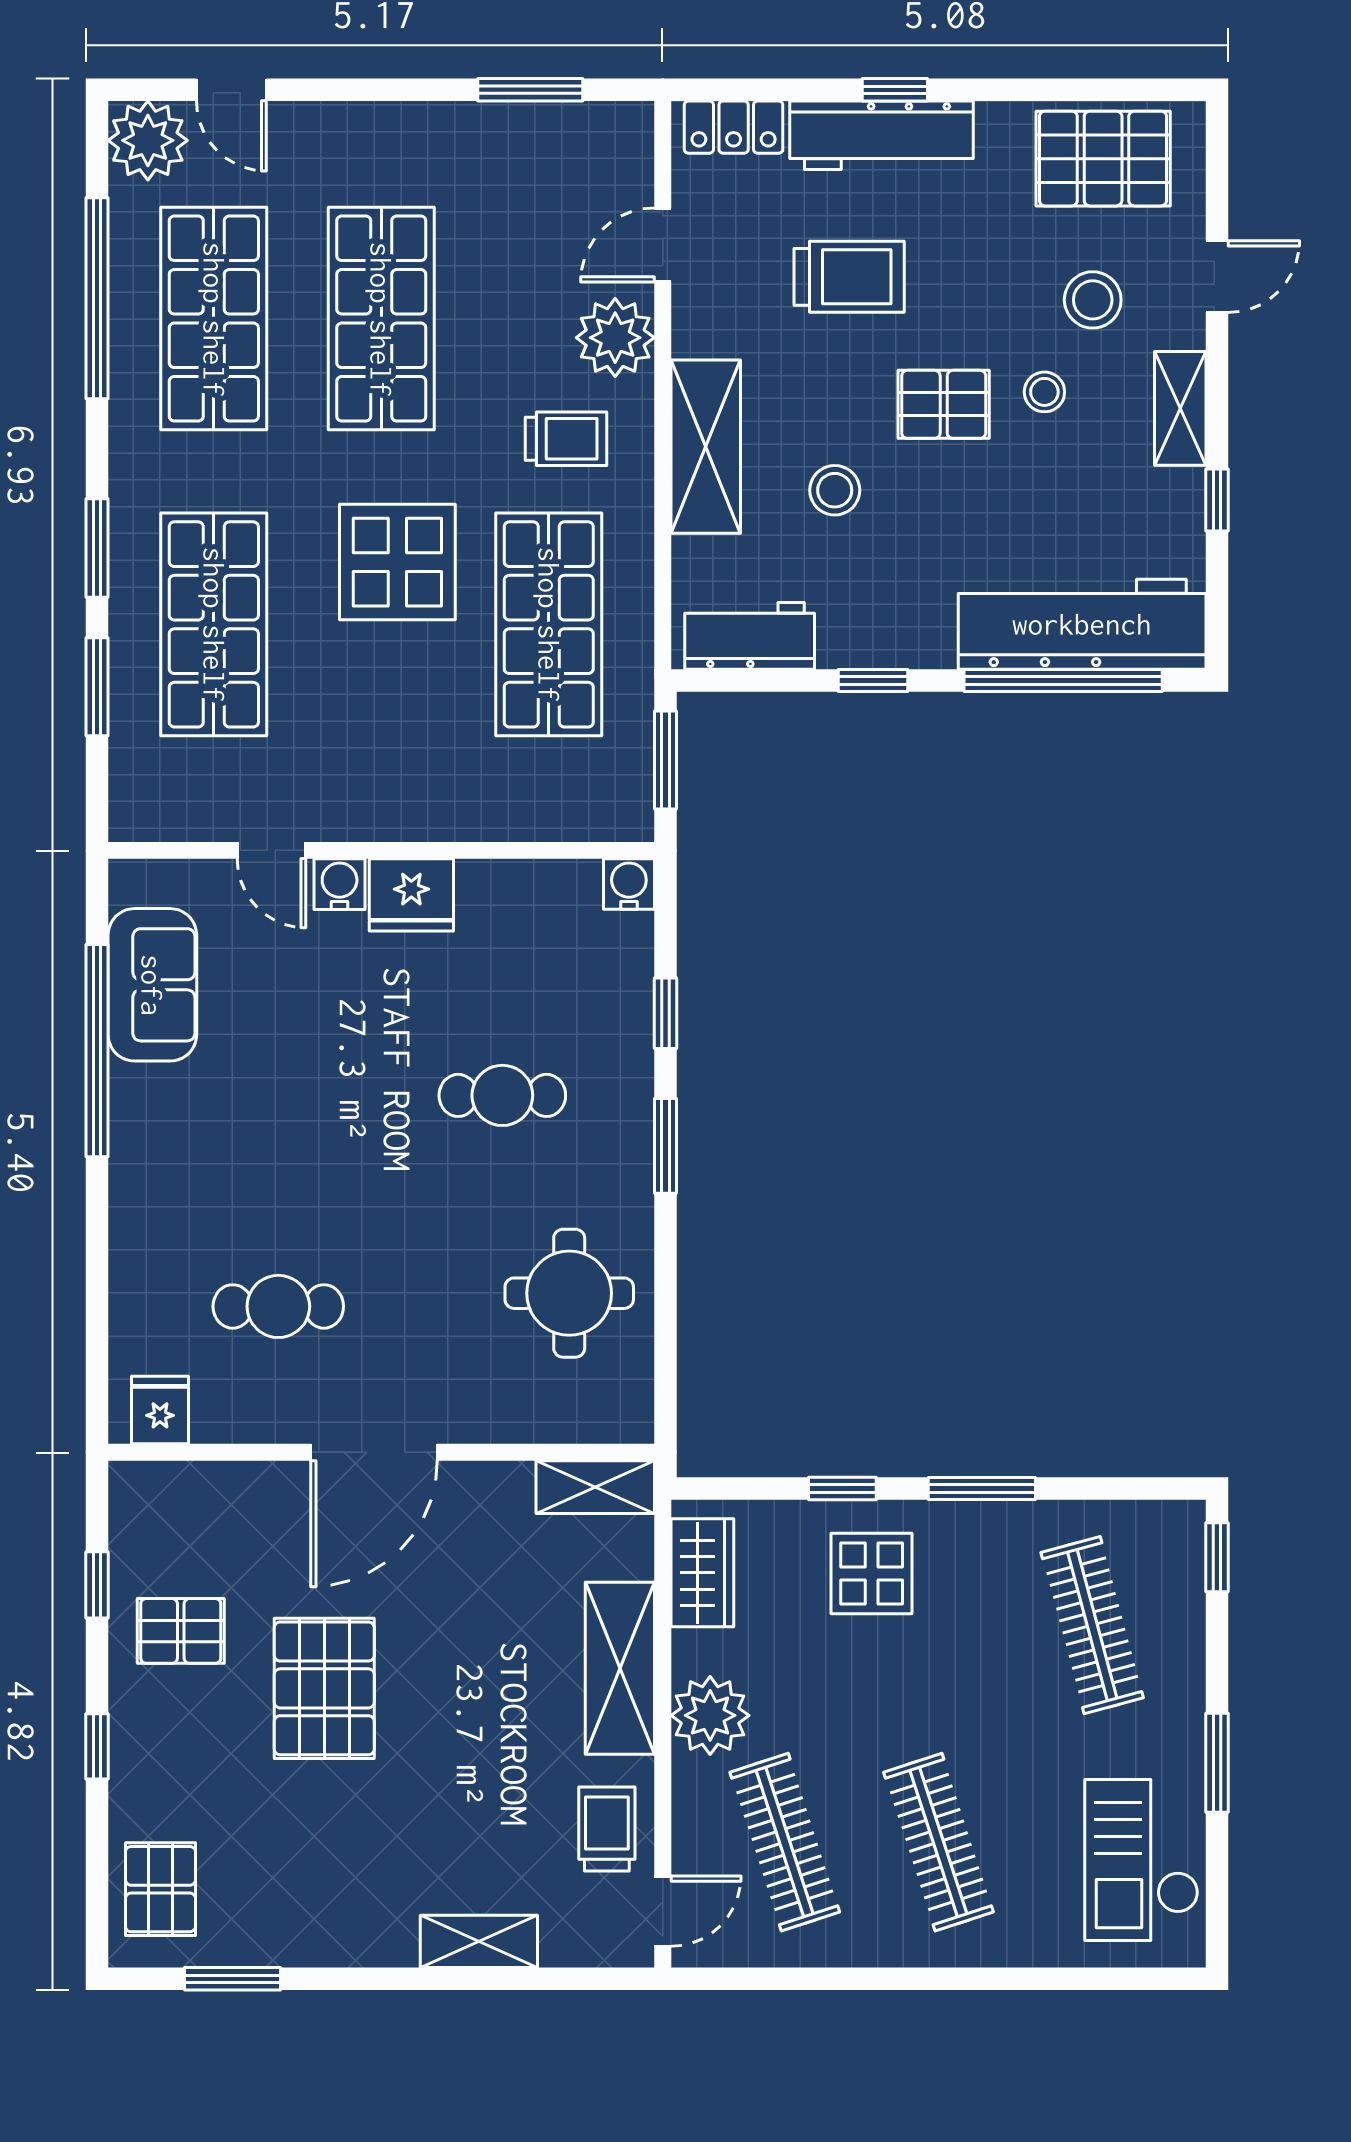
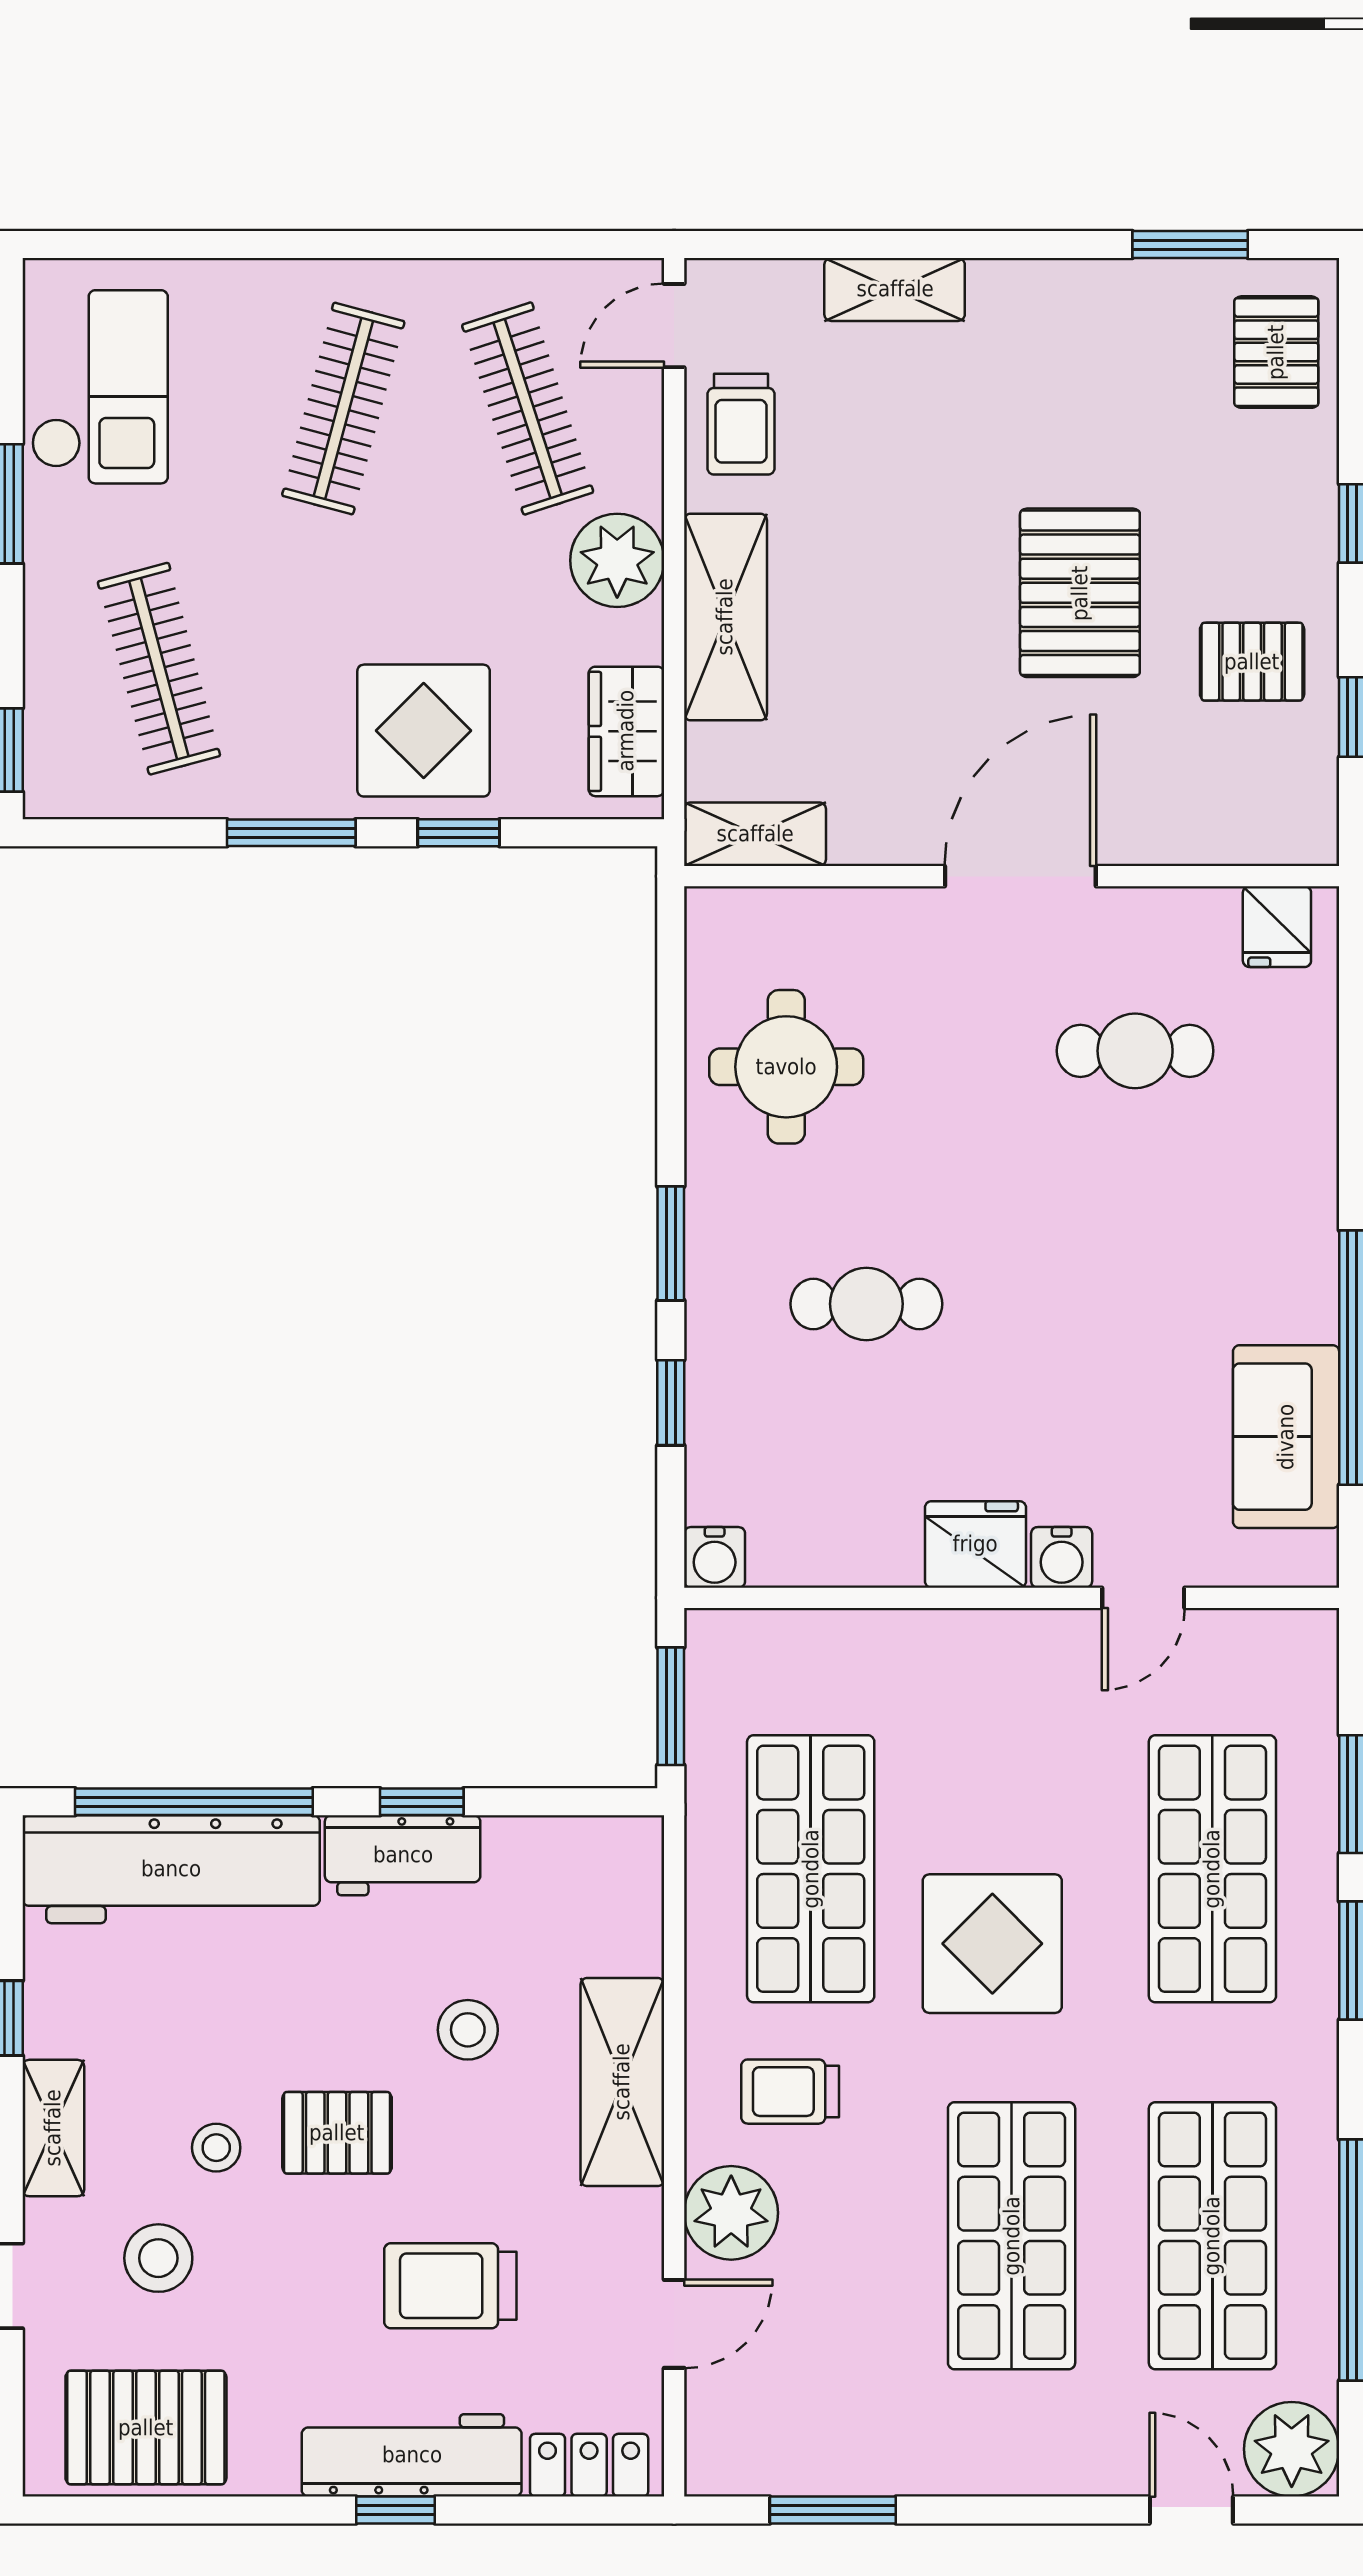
workbench: (750, 636) -> (403, 1855), moved
door: (271, 850) -> (1143, 1598), swing flipped
display table: (872, 1573) -> (424, 731), width x1.36, depth x1.36
clothes rail: (938, 1842) -> (343, 409), turned 33

